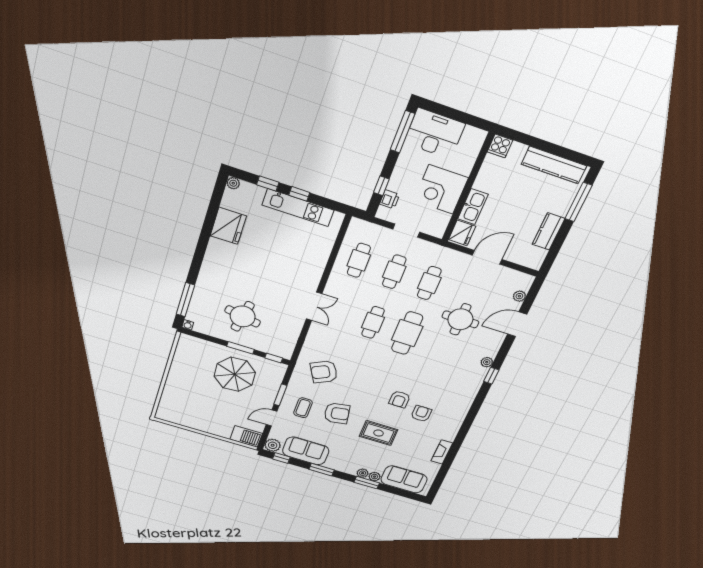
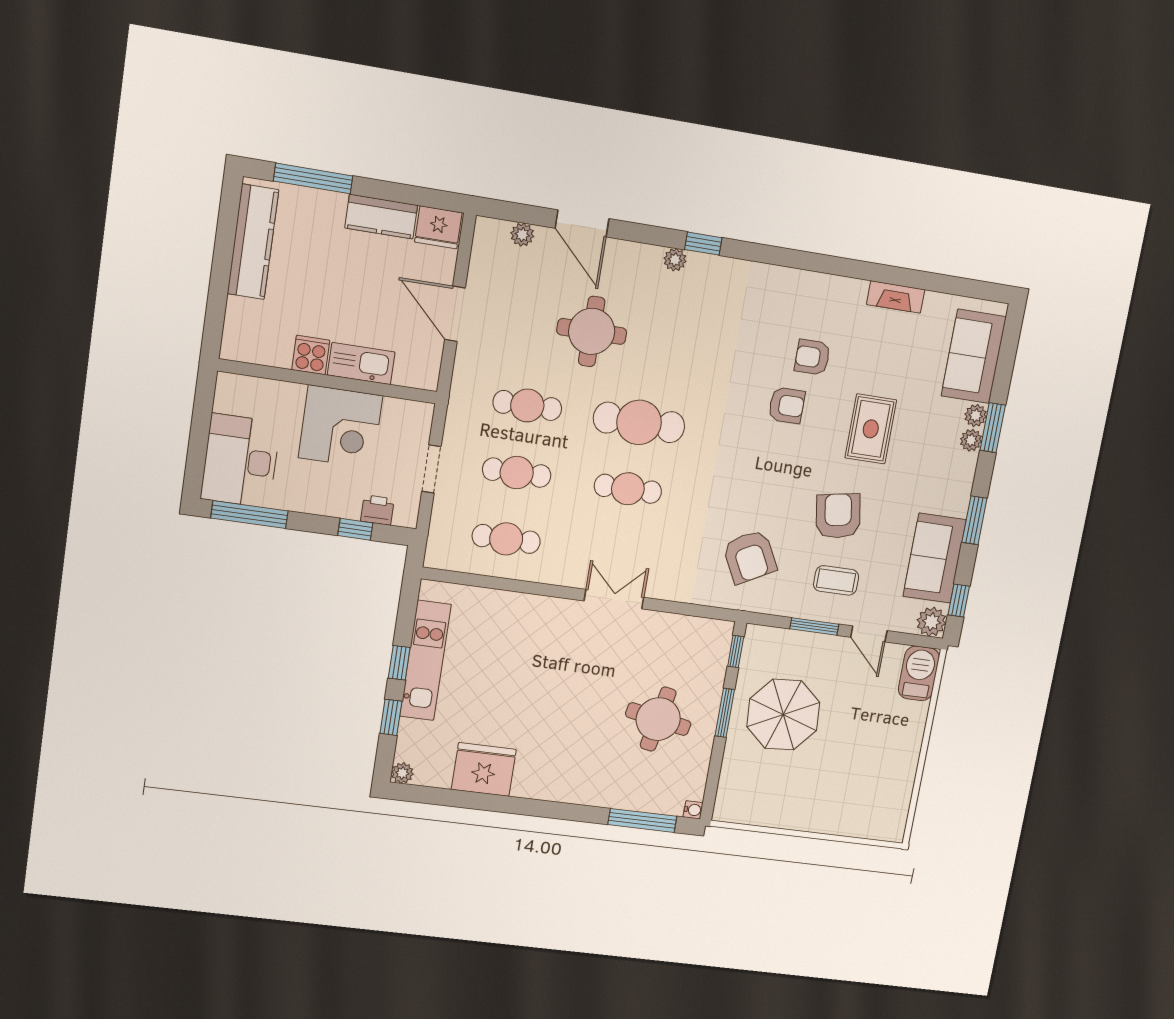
cooker: (500, 146) -> (311, 355), moved, turned -90
fridge: (462, 233) -> (438, 227), moved, turned 180

